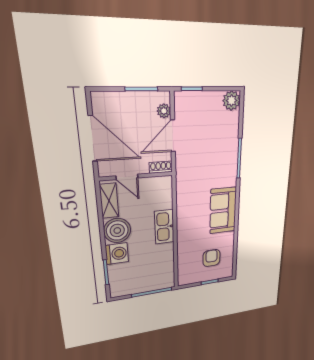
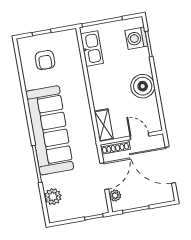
plant: (231, 101) -> (53, 197), moved
shoe rack: (161, 167) -> (115, 147), width x1.43
shelving: (109, 201) -> (104, 125), moved
sofa: (223, 211) -> (50, 130), width x1.85, depth x1.27
kitchen sink: (164, 227) -> (92, 49), moved
washing machine: (117, 254) -> (136, 38), moved

